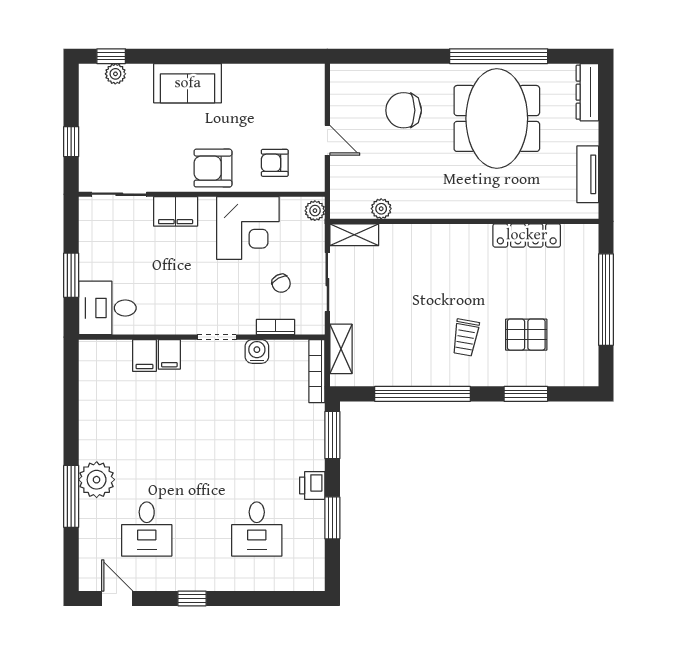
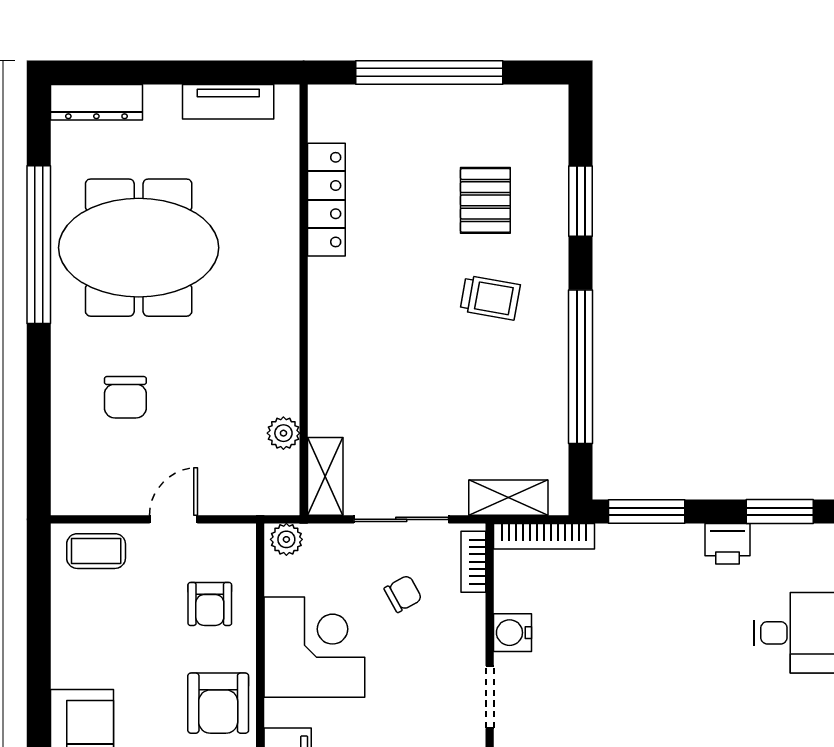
coffee table: (308, 92) -> (96, 551), added
chair: (404, 110) -> (125, 397), width x0.73, depth x0.73
bookcase: (275, 327) -> (473, 562), moved

